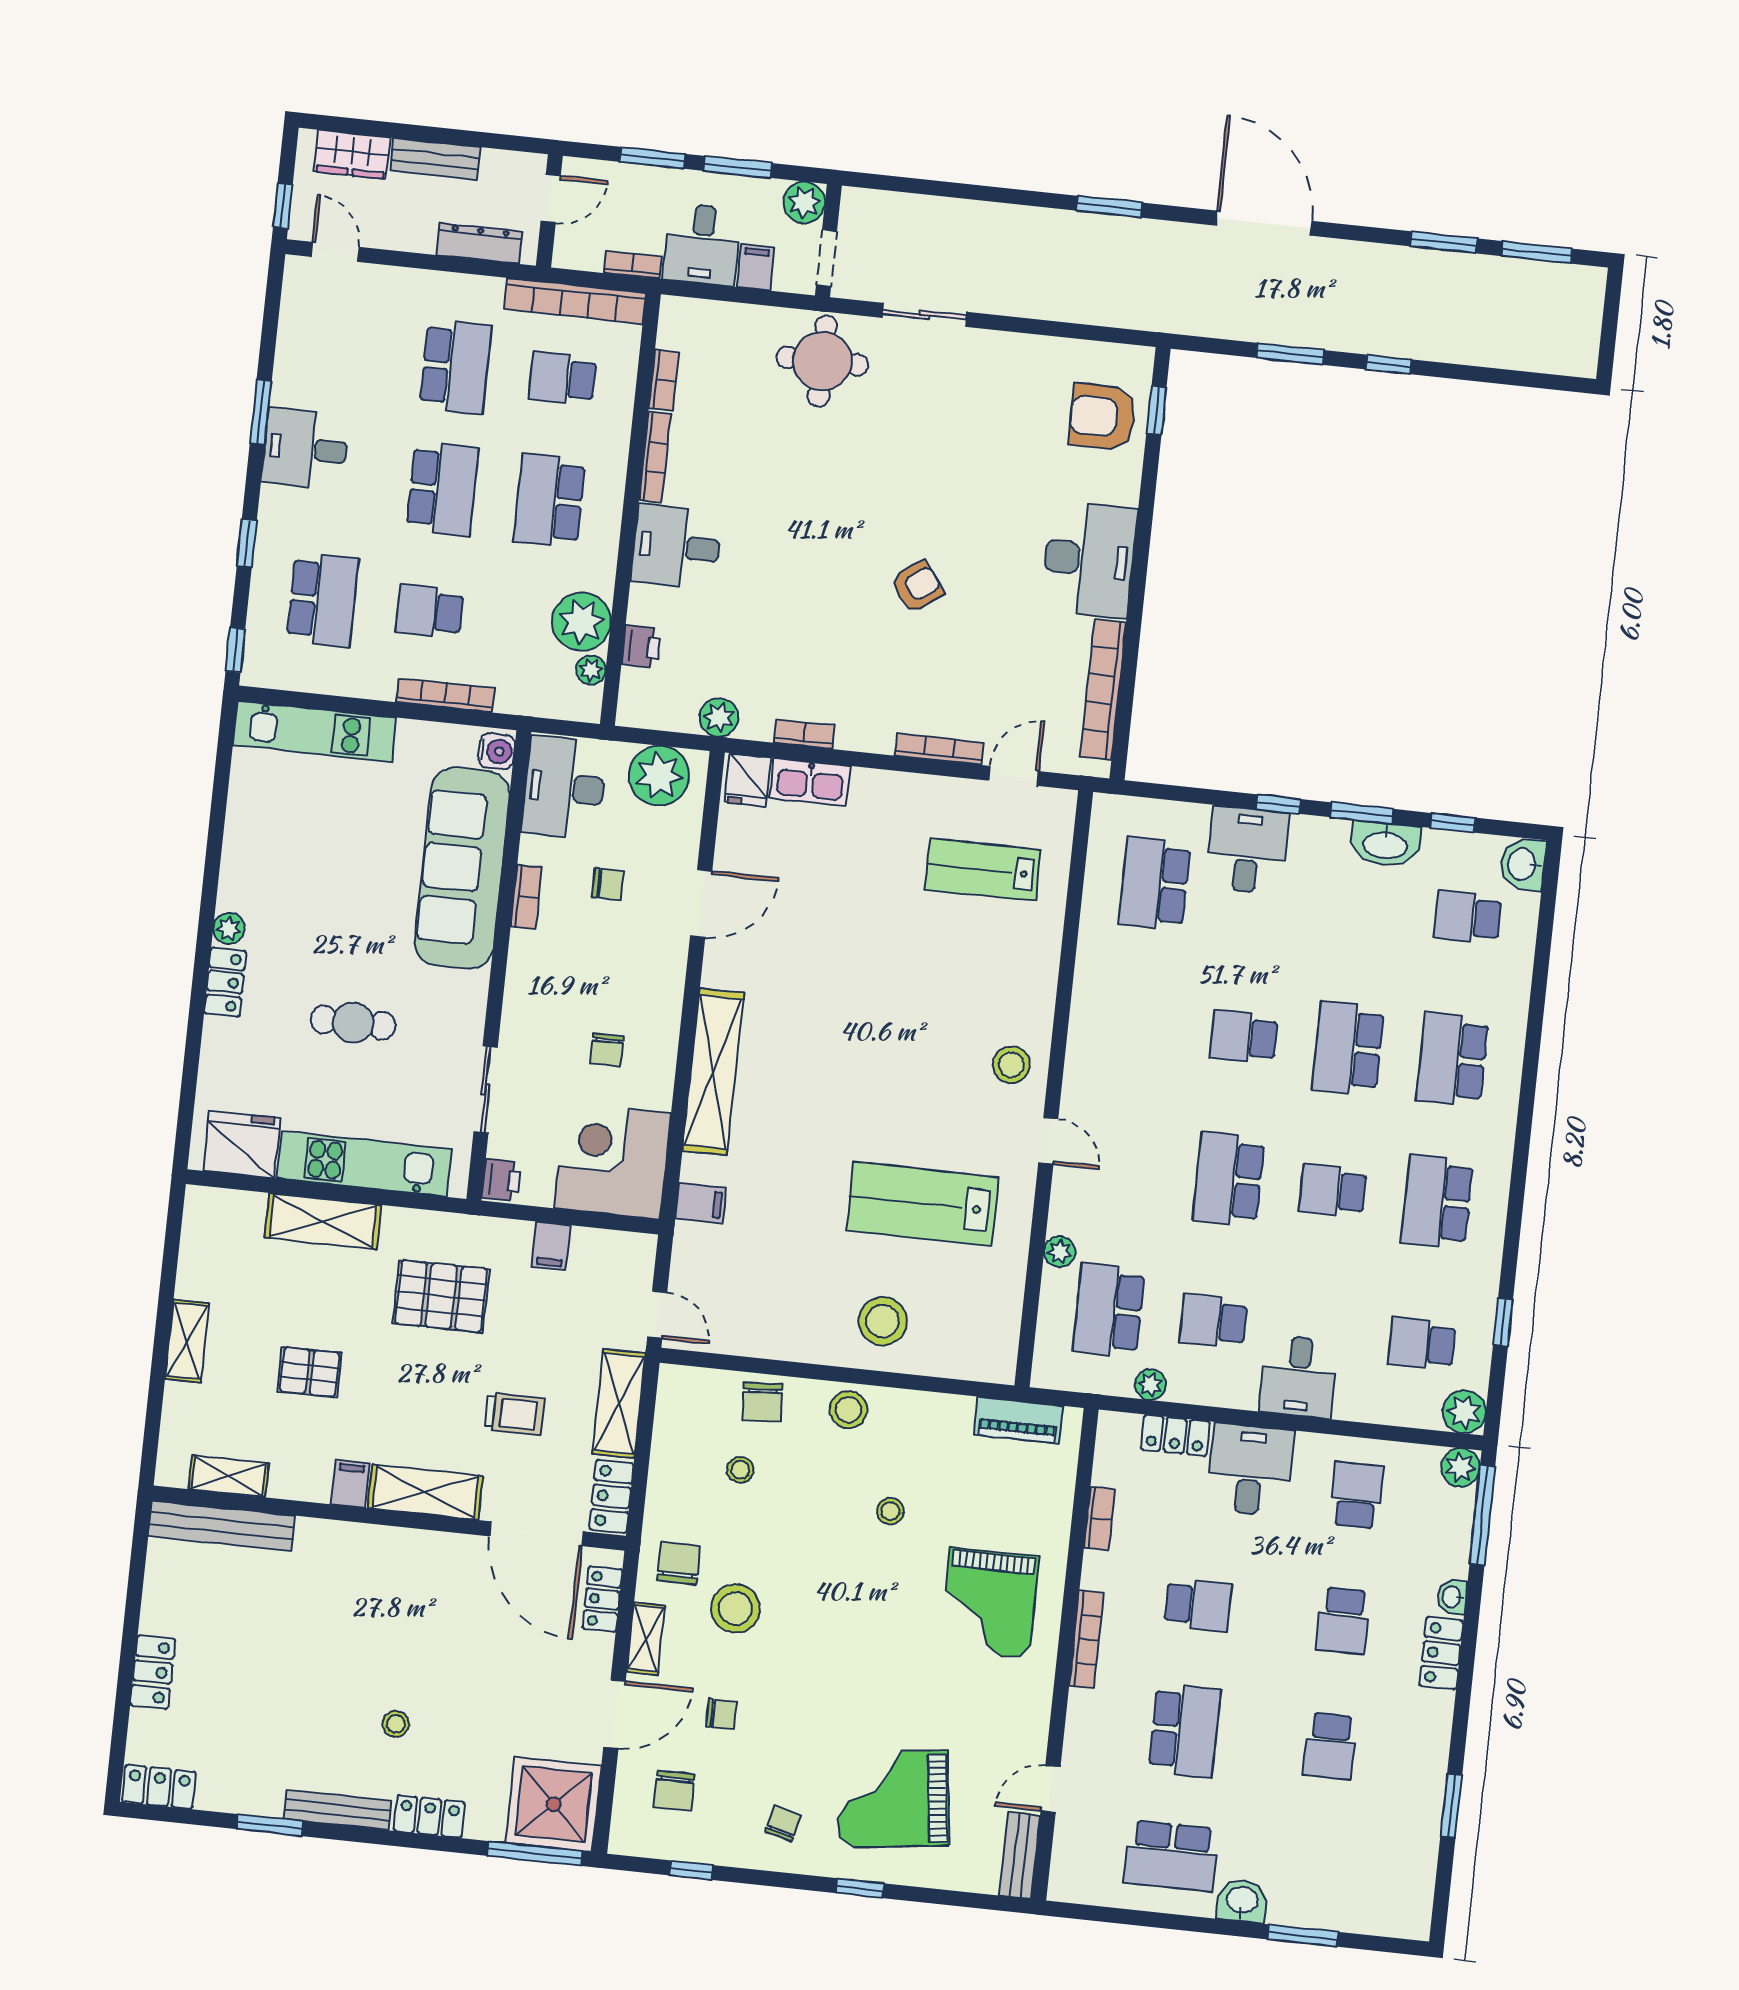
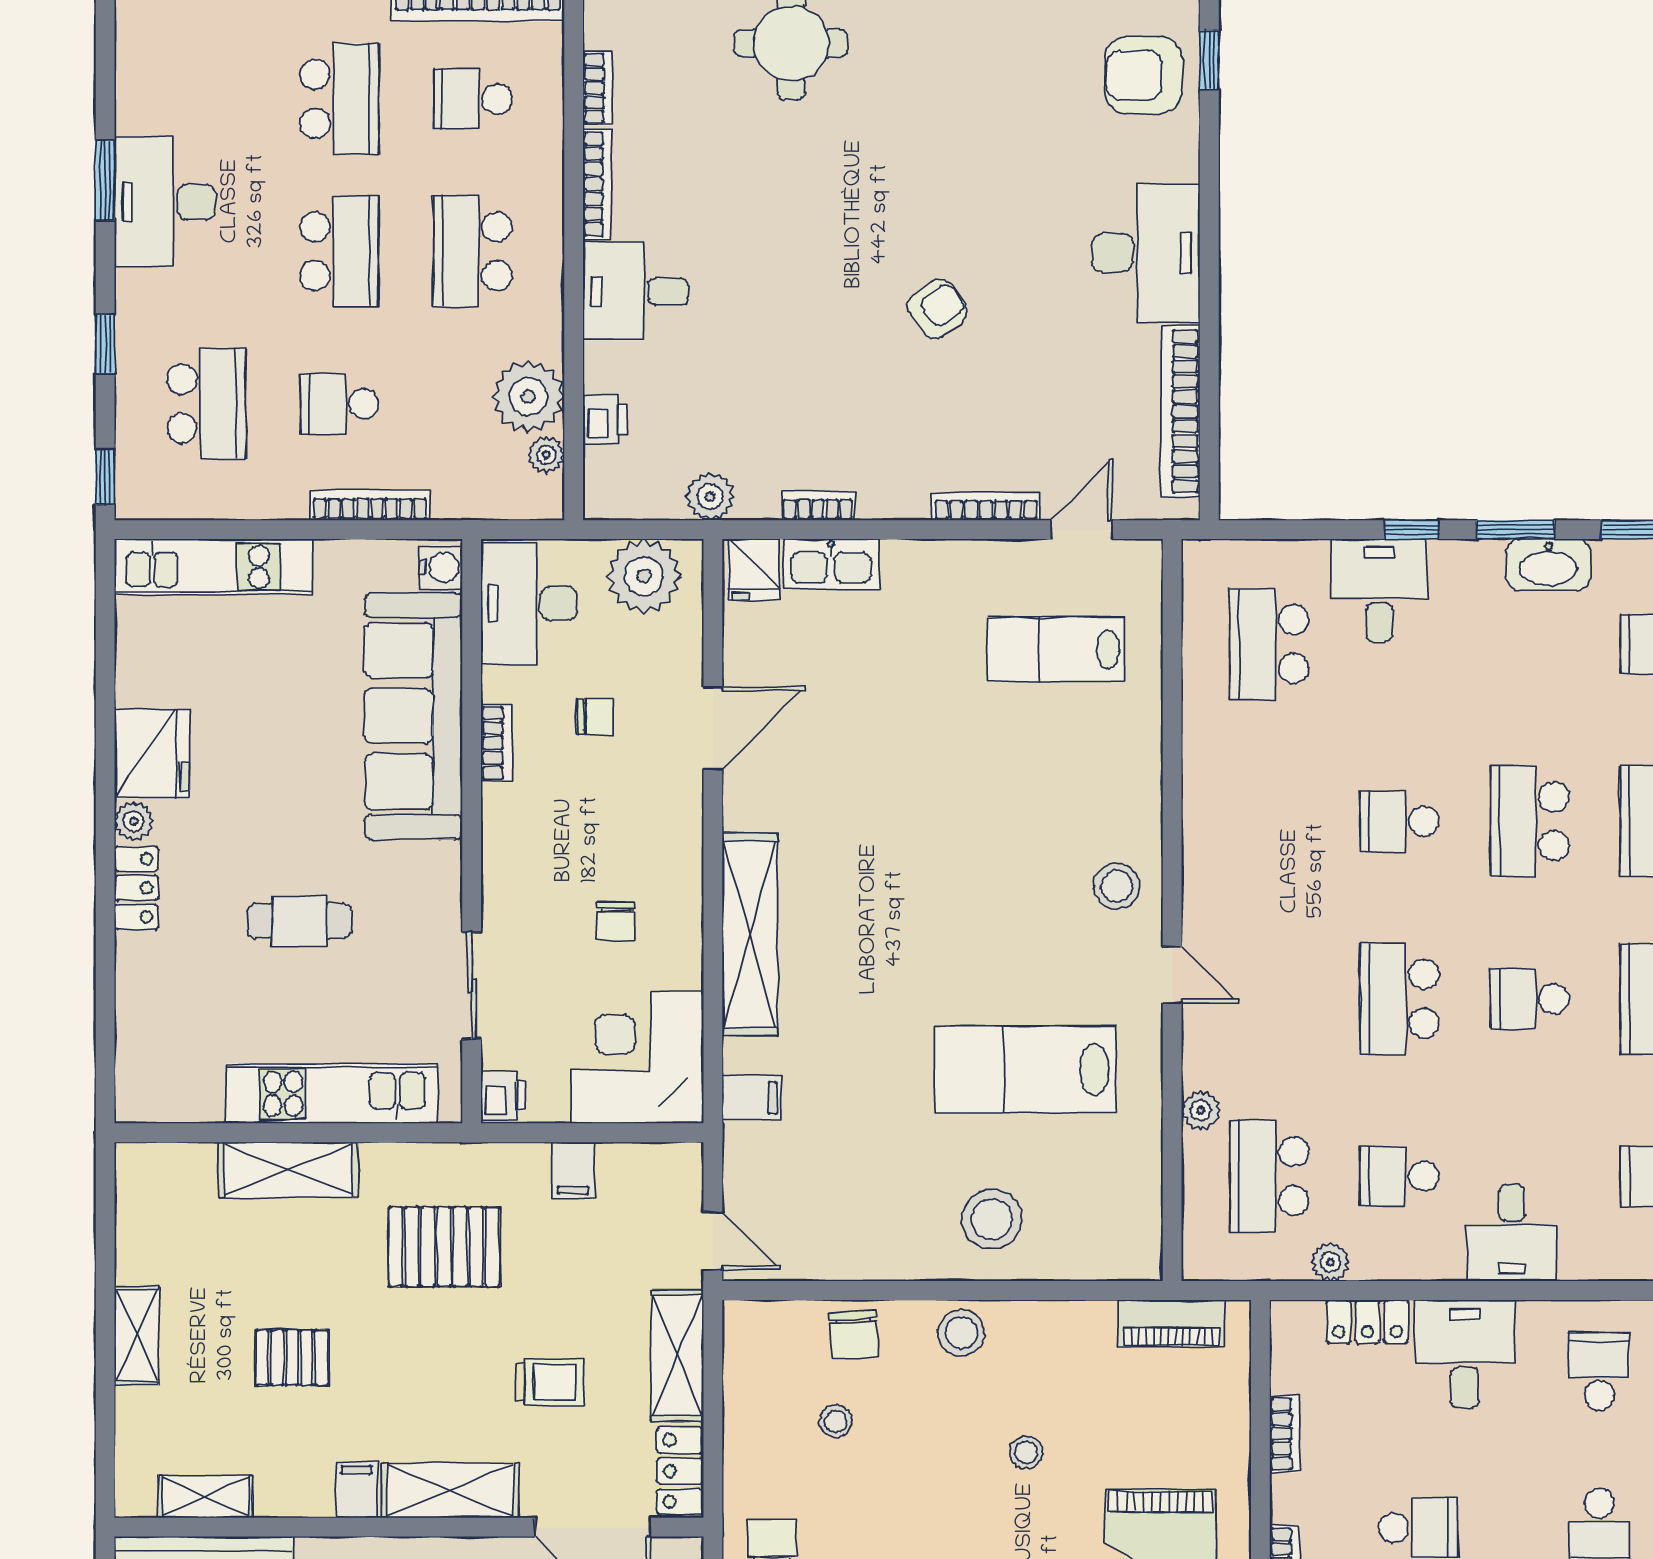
desk: (305, 449) -> (165, 202), width x1.37
fridge: (241, 1144) -> (152, 754), moved, turned 90

